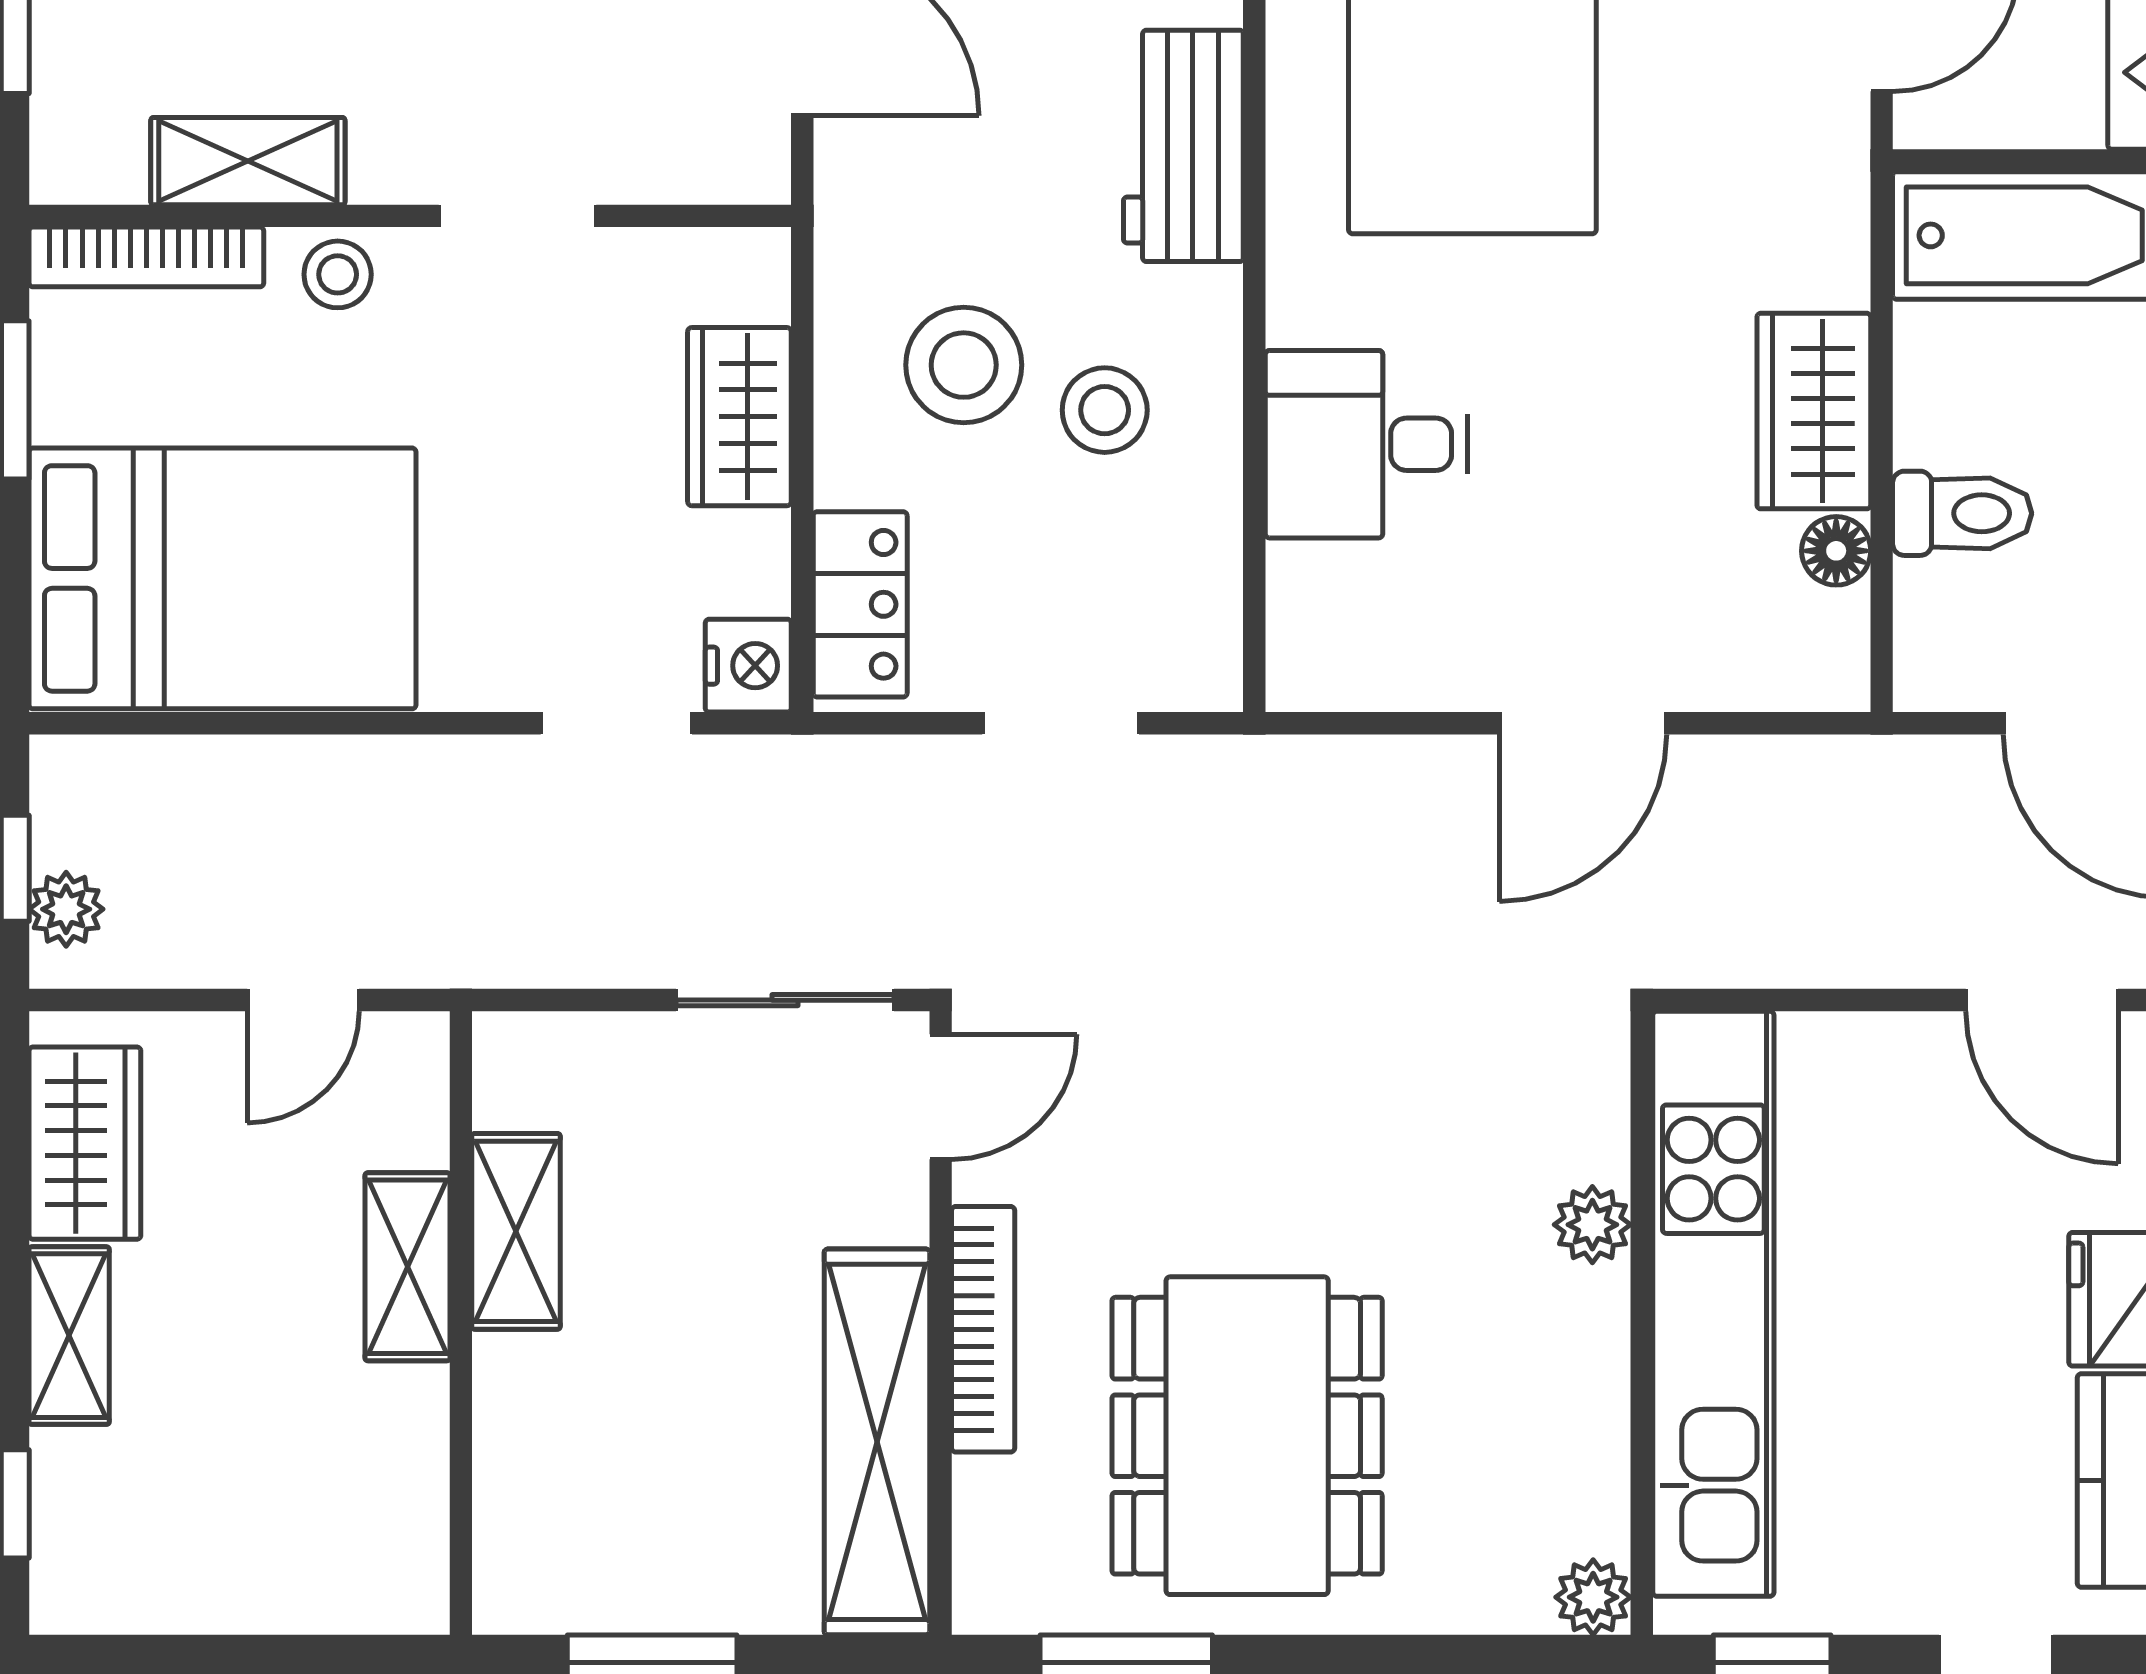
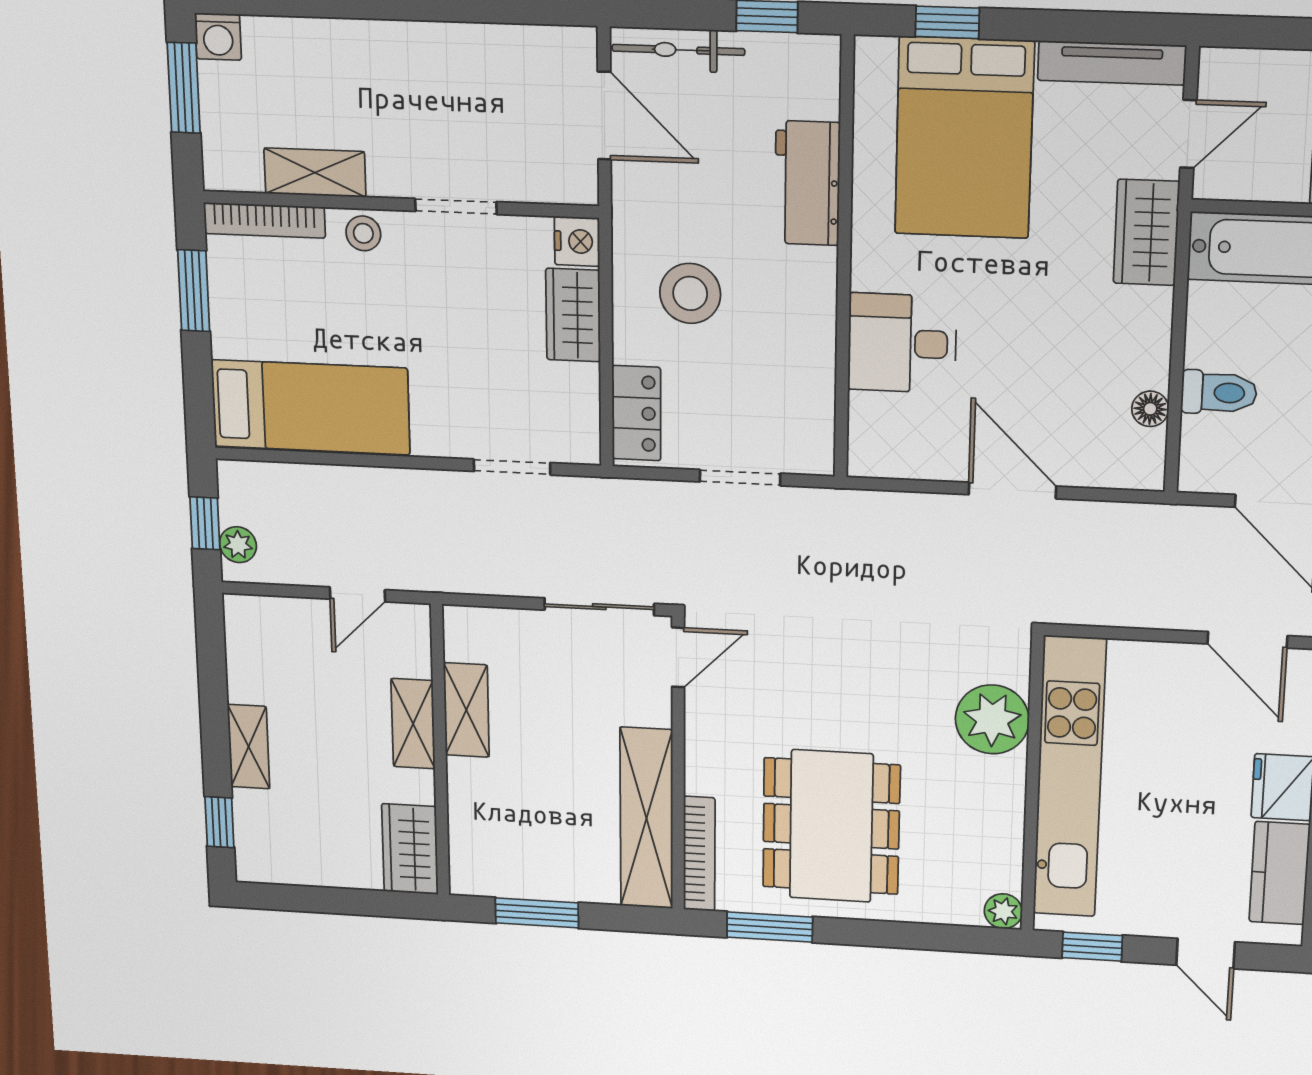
stool: (1105, 410) -> (764, 320), removed
wardrobe: (1814, 411) -> (1146, 232), moved
bed: (222, 578) -> (311, 407), width x0.67
nightstand: (748, 666) -> (577, 241), moved
door: (1583, 723) -> (1012, 490), swing flipped
wardrobe: (85, 1143) -> (410, 849), moved, turned 180
plant: (1592, 1225) -> (992, 719), width x1.88, depth x1.88
bookcase: (983, 1329) -> (699, 854), moved

